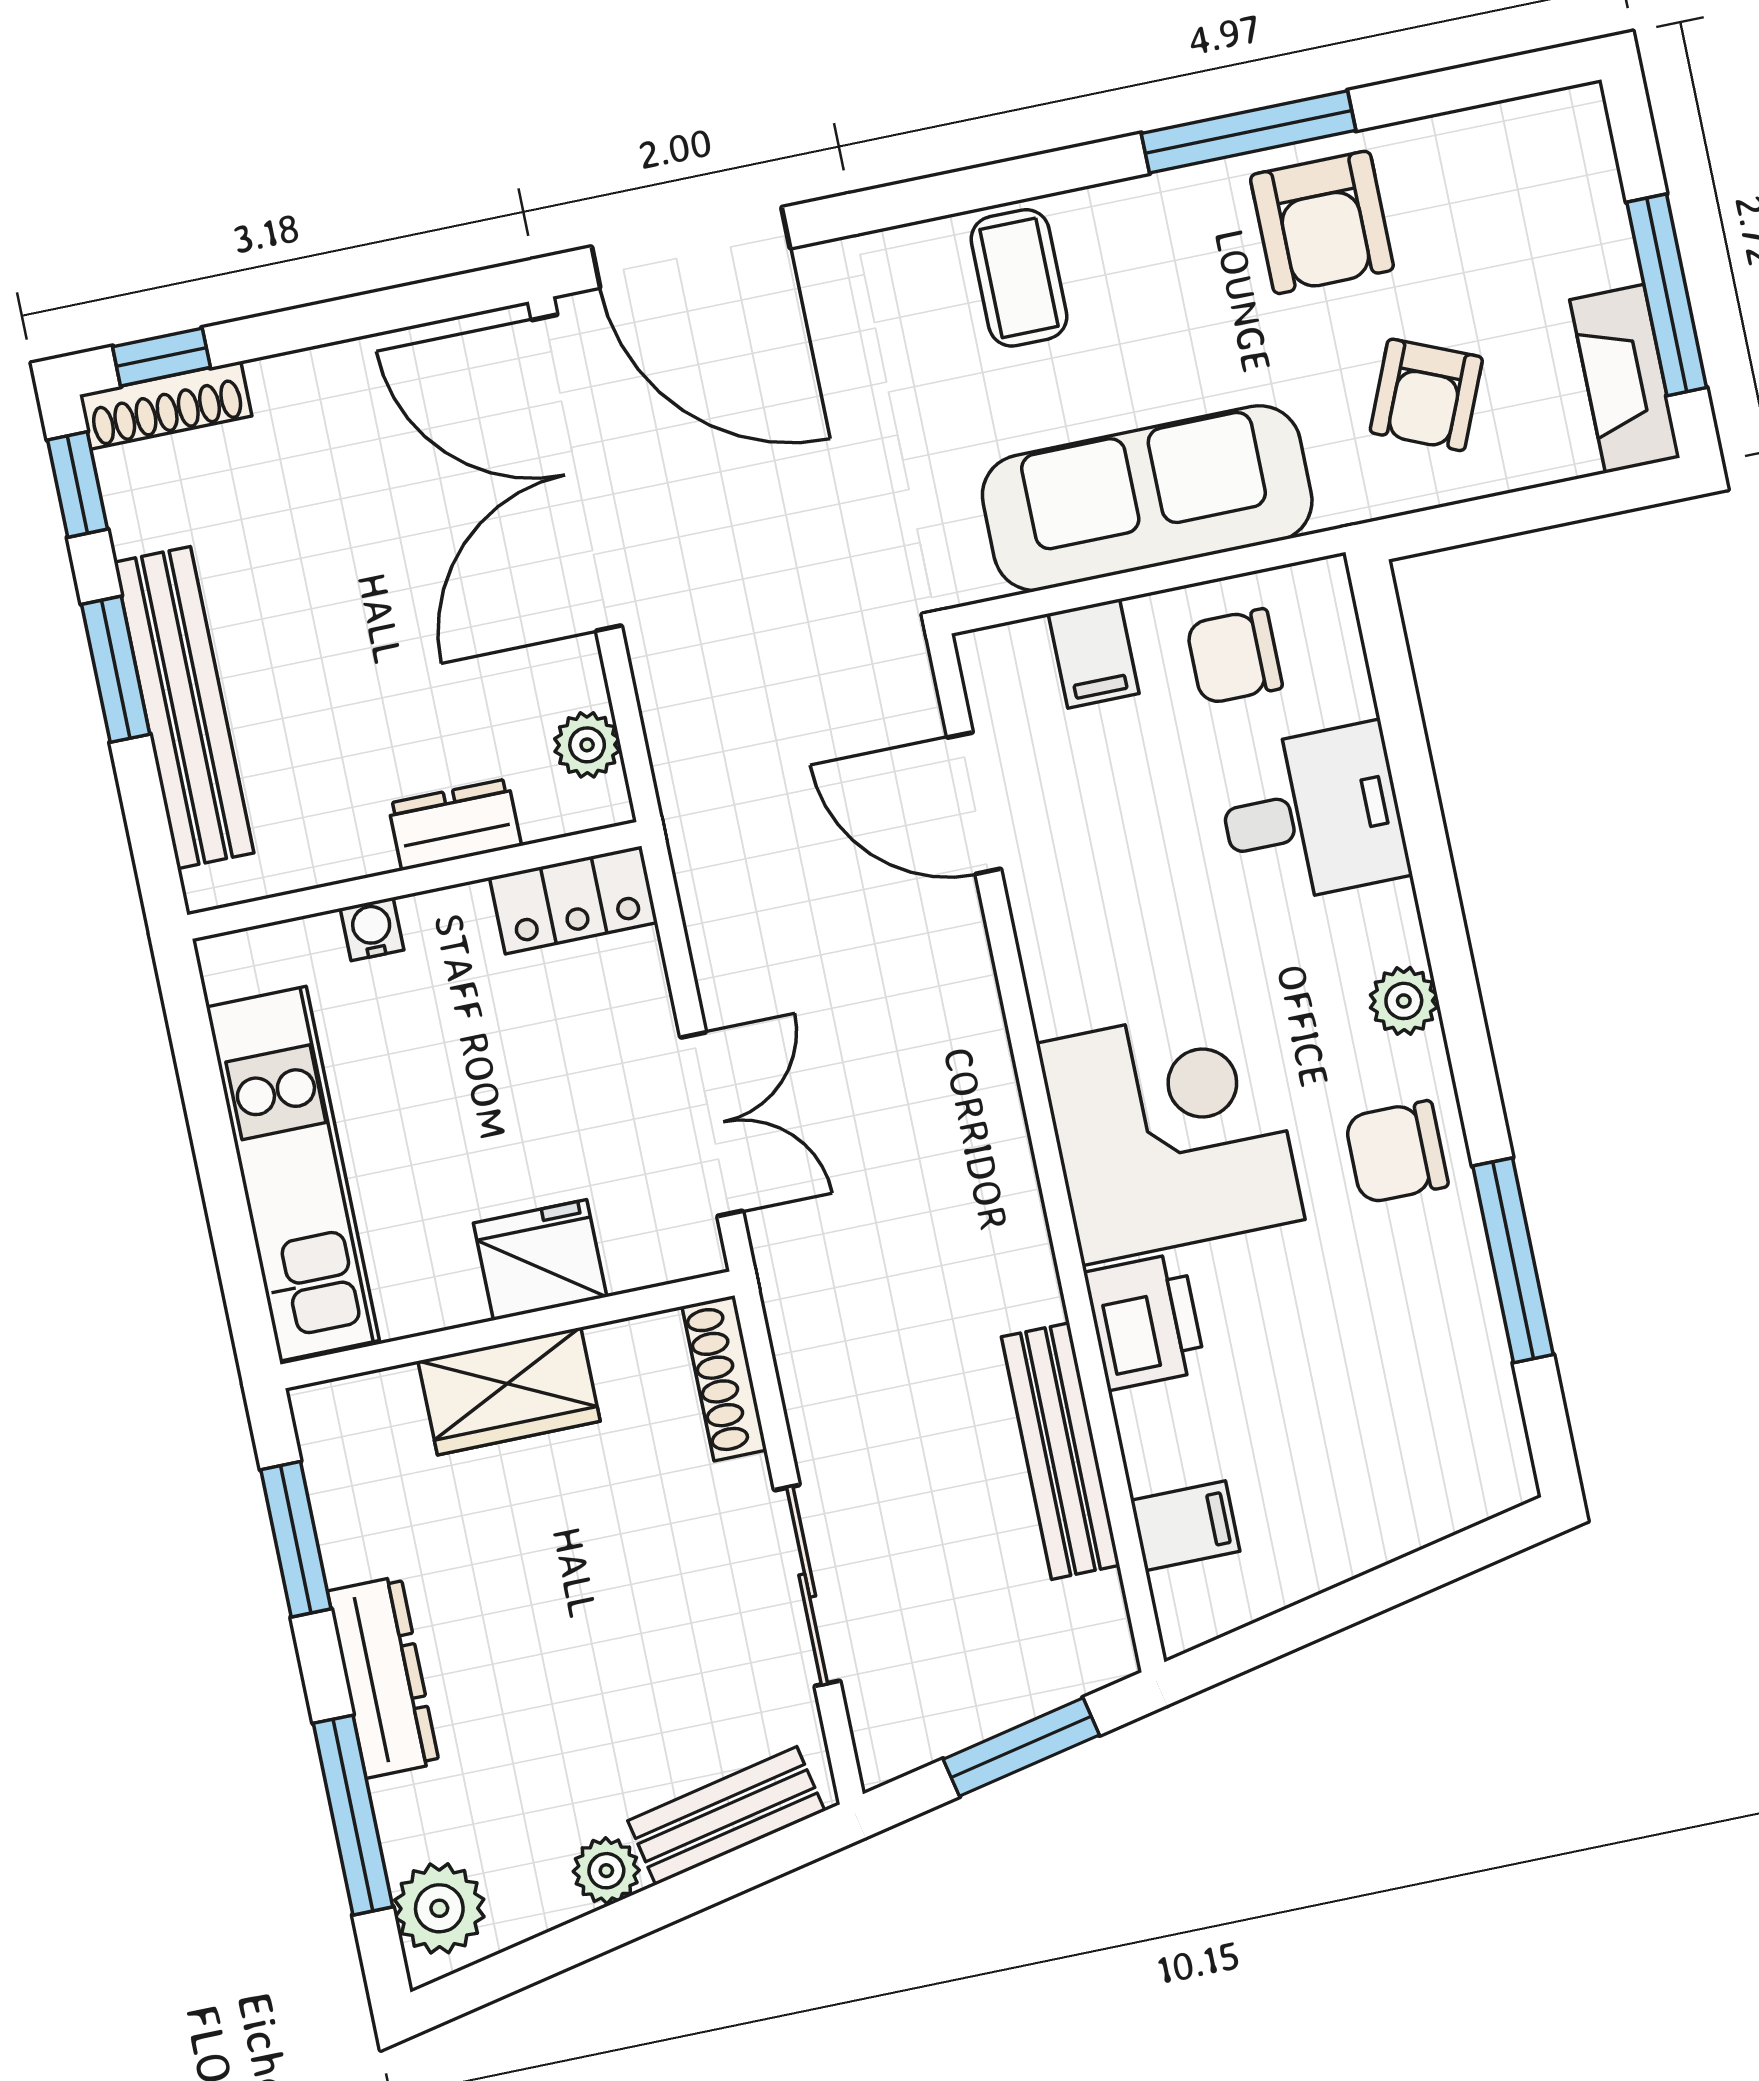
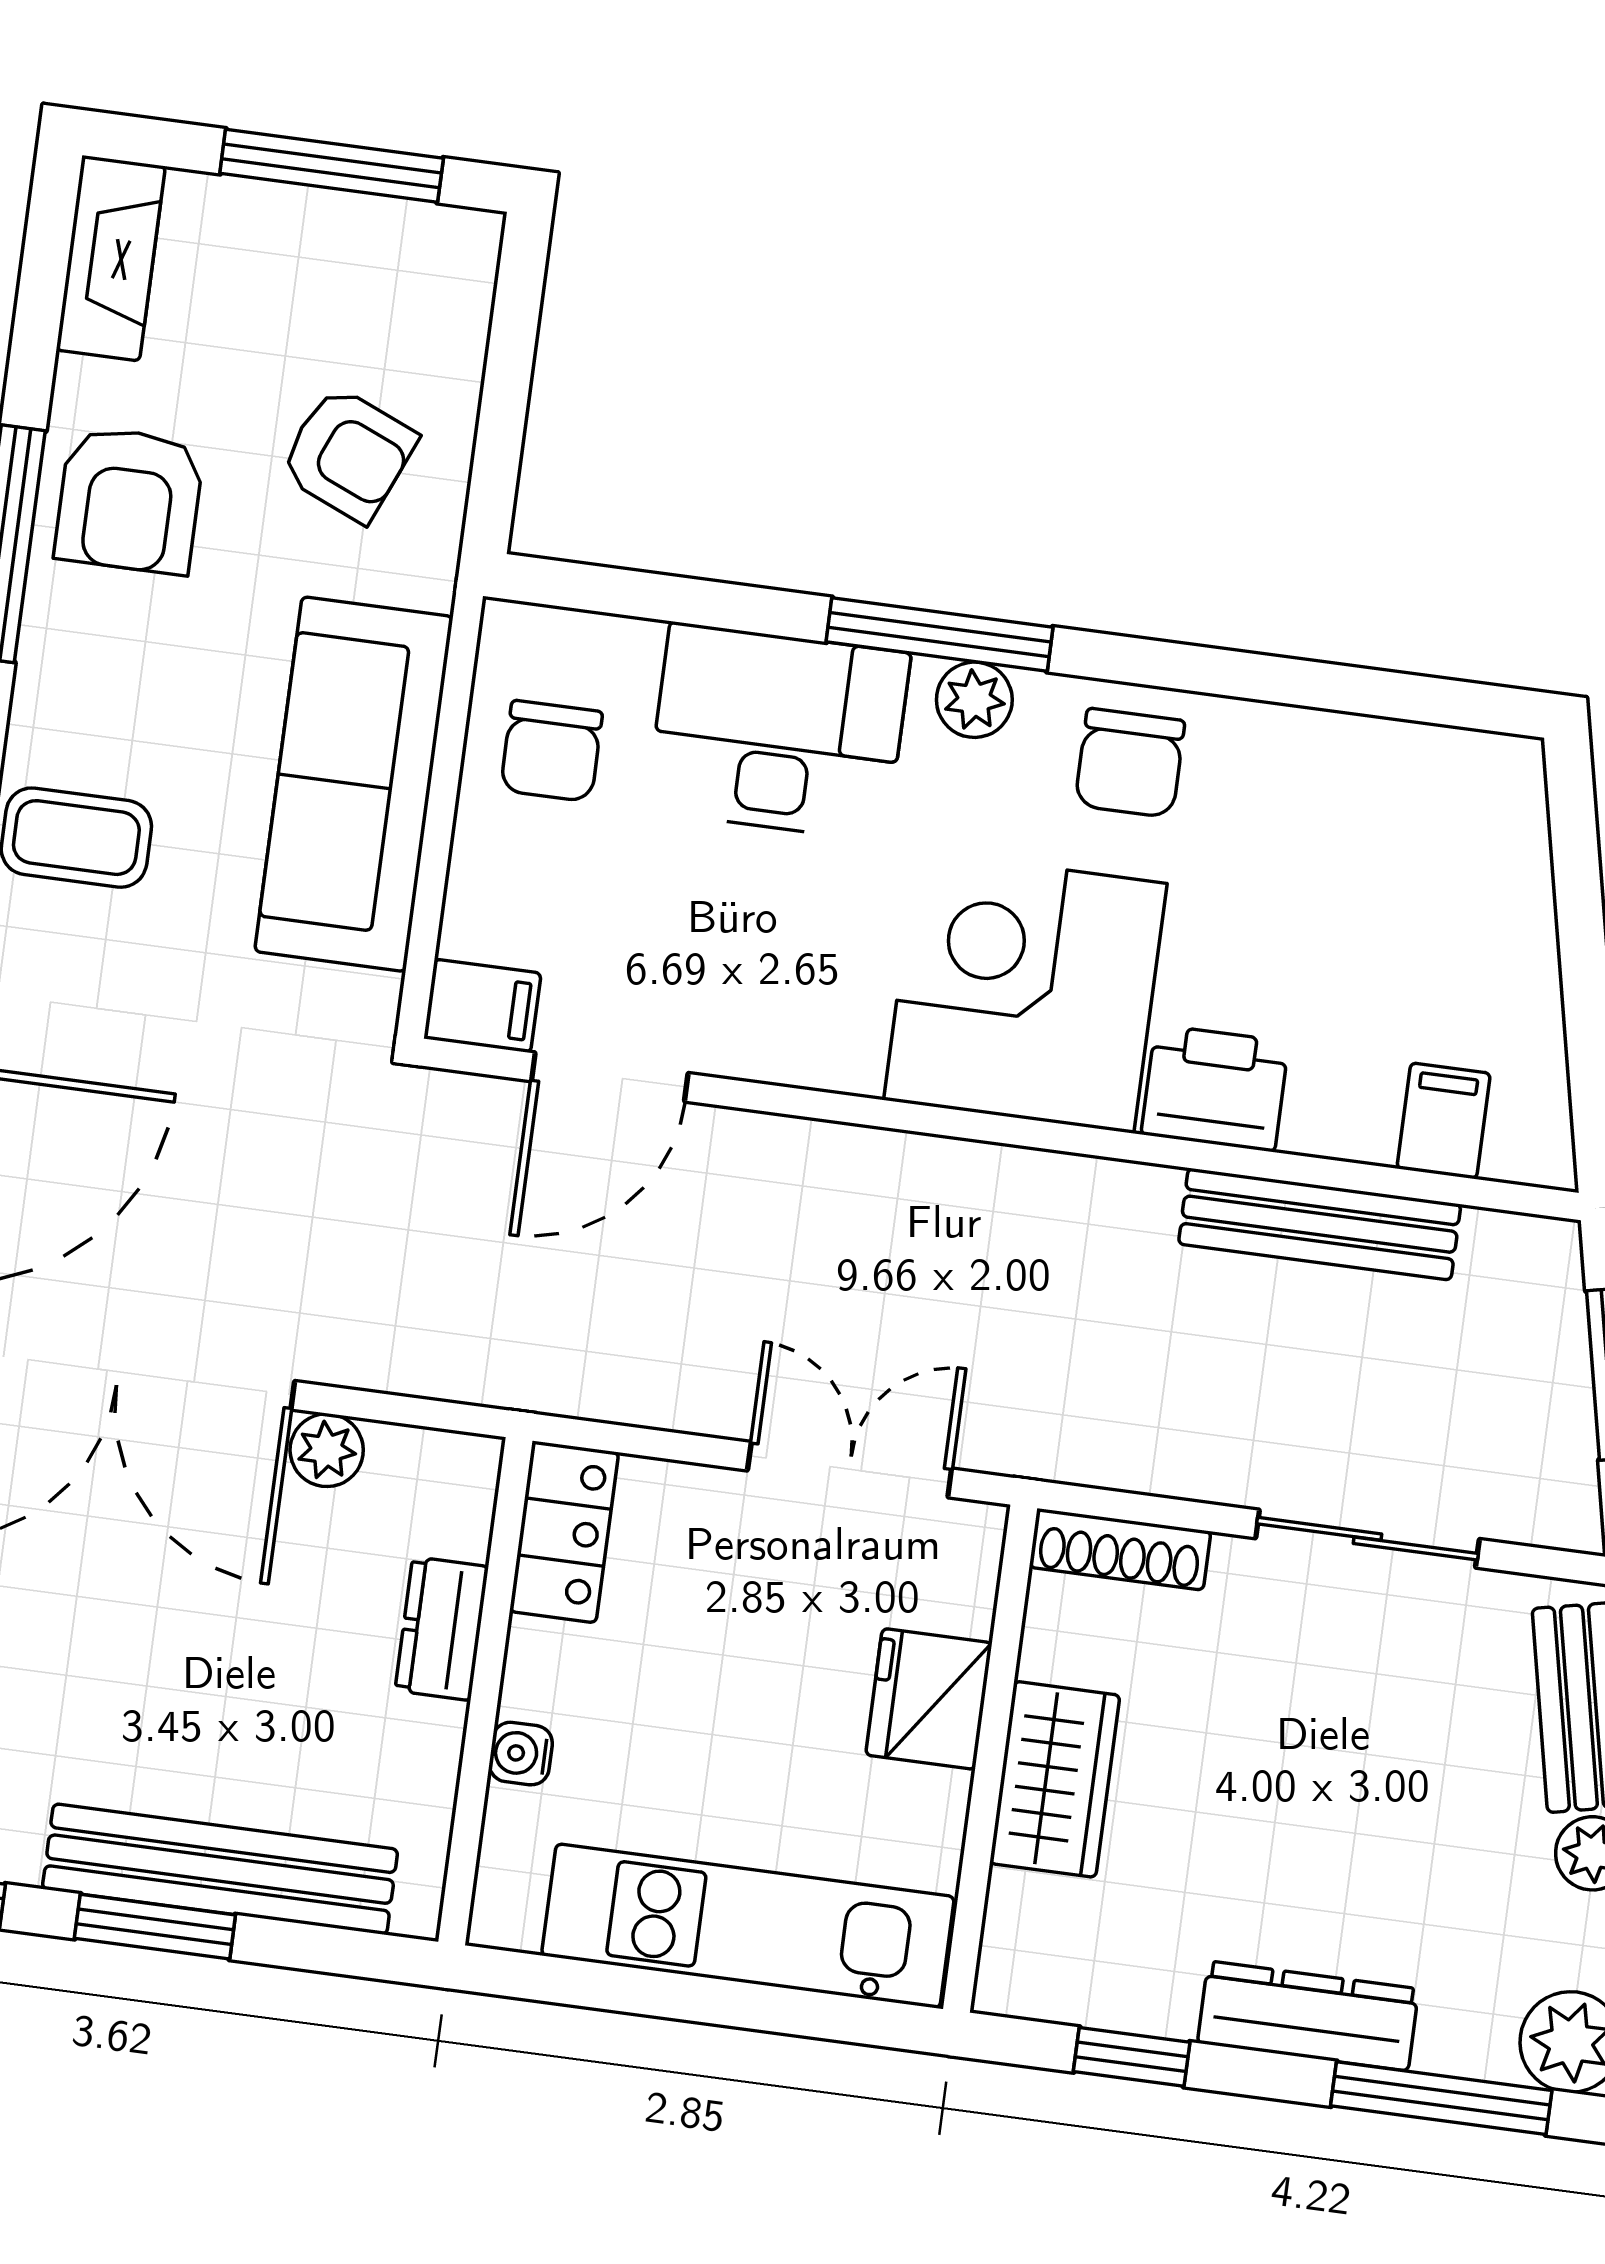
armchair: (1322, 222) -> (129, 500), turned 90
fireplace: (1625, 379) -> (111, 258), moved, turned -90
filing cabinet: (1094, 654) -> (482, 1006), moved
plant: (587, 745) -> (327, 1450), moved
desk: (1312, 814) -> (778, 732), width x1.37
window: (1513, 1260) -> (940, 634), moved
window: (296, 1539) -> (1132, 2057), width x0.67

